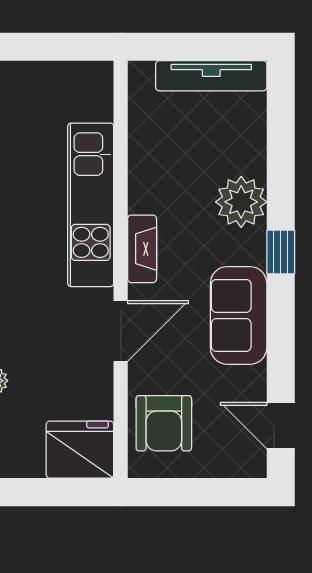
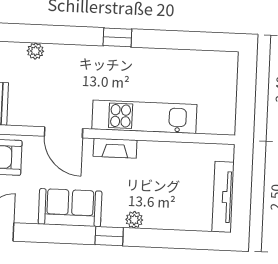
plant: (241, 202) -> (134, 220), width x0.53, depth x0.53

